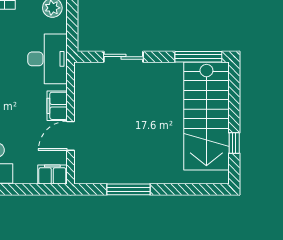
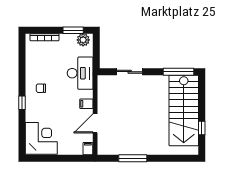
filing cabinet: (57, 106) -> (86, 104), width x0.50
filing cabinet: (52, 175) -> (88, 149), width x0.50

